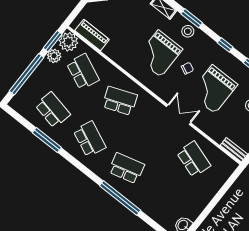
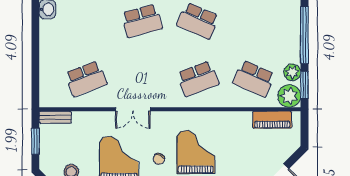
school desk: (53, 110) -> (254, 21), removed
school desk: (194, 159) -> (86, 79), turned -39

